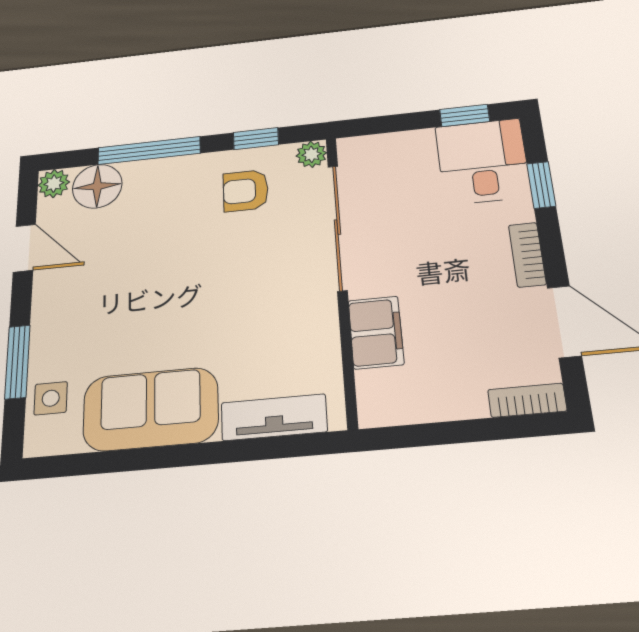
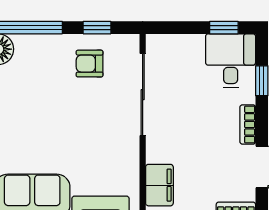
plant: (311, 154) -> (130, 43), removed
filing cabinet: (376, 332) -> (159, 185), moved

